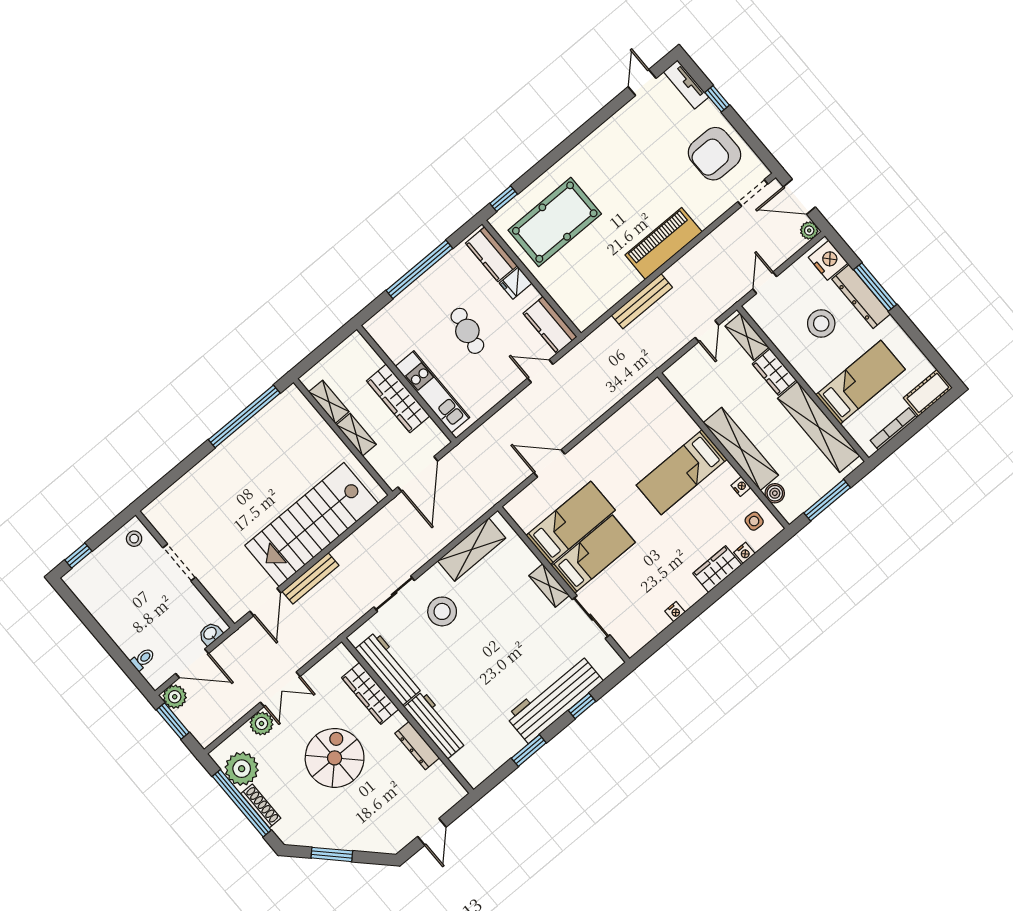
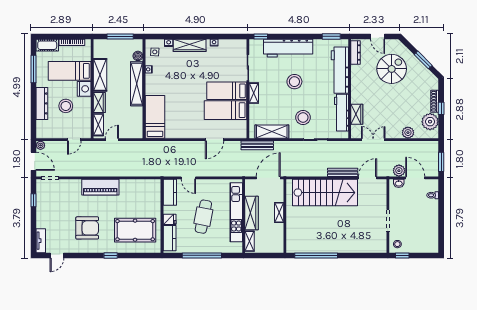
window: (717, 99) -> (33, 200), moved
armchair: (714, 154) -> (87, 228), moved
window: (504, 199) -> (111, 255), moved
nightstand: (828, 260) -> (84, 89), moved, turned 180
window: (875, 287) -> (33, 69), moved
bench: (642, 301) -> (257, 145), moved
cafe table: (467, 331) -> (203, 217), width x1.37, depth x1.35
kitchen unit: (433, 392) -> (236, 212), width x1.36
shelving: (329, 402) -> (250, 241), moved
shelving: (819, 427) -> (100, 75), width x0.68
door: (549, 463) -> (214, 140), hinge flipped
bed: (682, 472) -> (155, 117), moved, turned -90
window: (78, 556) -> (402, 255), moved
wardrobe: (717, 569) -> (190, 45), width x1.50
stool: (501, 656) -> (294, 82), added
double door: (280, 689) -> (373, 140), moved
wardrobe: (370, 693) -> (357, 114), width x0.67
plant: (175, 697) -> (399, 171), moved
window: (582, 706) -> (261, 36), moved
workbench: (435, 725) -> (340, 70), width x1.36, depth x1.32
dresser: (417, 746) -> (356, 53), moved
window: (529, 750) -> (331, 36), moved
spiral stairs: (335, 758) -> (392, 69), moved, turned 180
window: (242, 803) -> (441, 108), width x0.32
door: (432, 832) -> (378, 36), swing flipped

